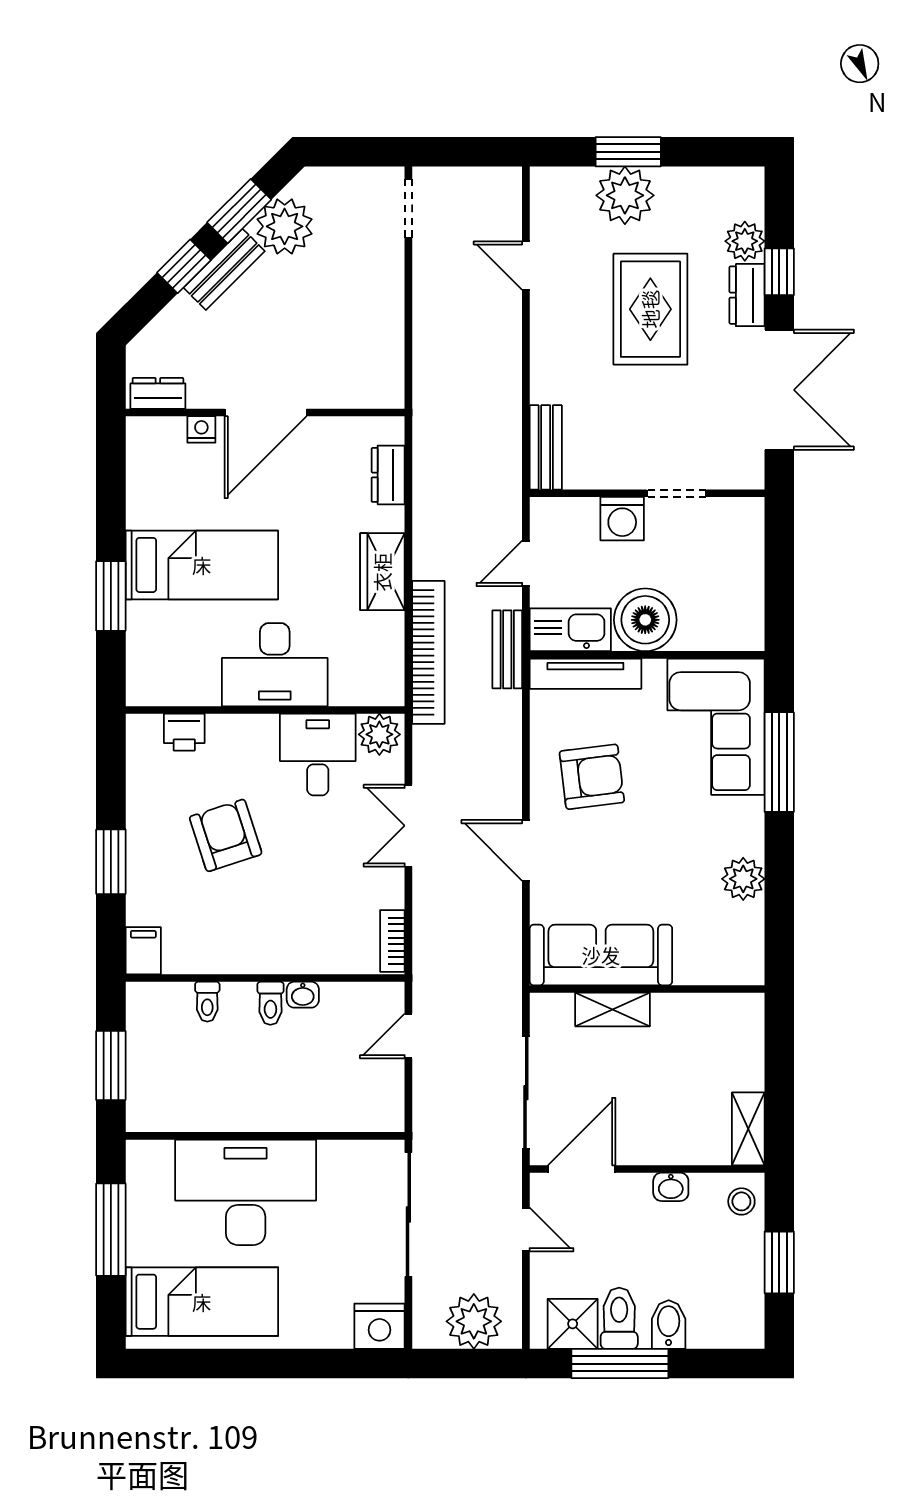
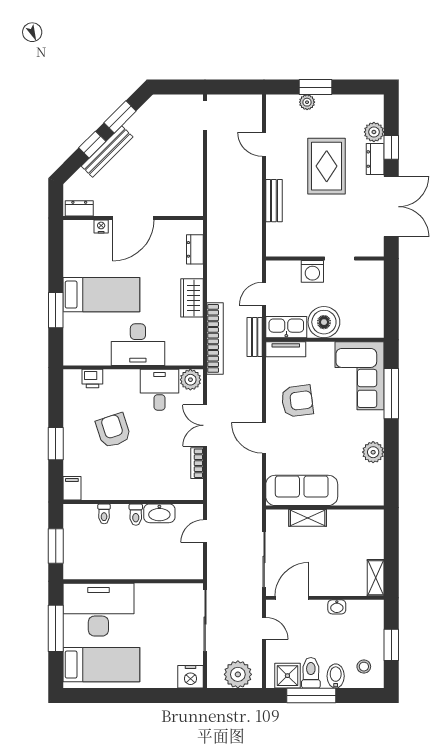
plant: (625, 195) -> (307, 102), width x0.53, depth x0.53
plant: (285, 226) -> (143, 125), removed
bench: (224, 269) -> (107, 152), width x1.36
bench: (546, 447) -> (274, 201), moved
tv unit: (585, 674) -> (286, 349), width x0.71
bookcase: (392, 941) -> (197, 463), moved
washbasin: (303, 995) -> (159, 513), width x1.91, depth x1.45
desk: (246, 1192) -> (98, 610), moved
stool: (741, 1201) -> (364, 667), moved

